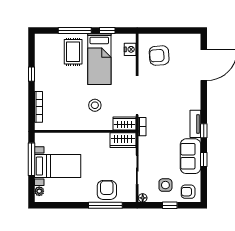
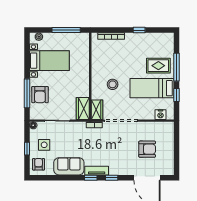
armchair: (159, 56) -> (147, 149), moved, turned 94
window: (204, 160) -> (112, 178), moved
bed with nightstands: (58, 166) -> (49, 61), moved, turned -90
armchair: (107, 190) -> (40, 95), turned 90

